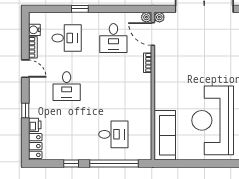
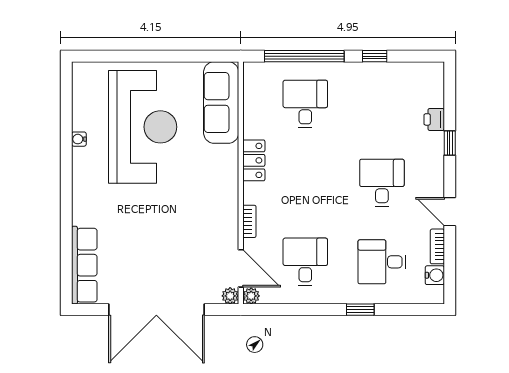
desk: (113, 134) -> (305, 104), turned 90
locker: (35, 146) -> (254, 160), moved, turned 180

